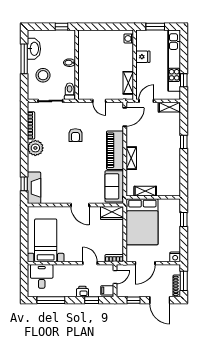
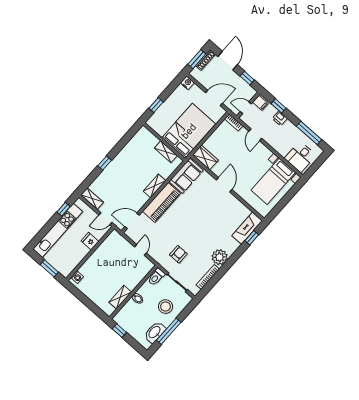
fridge: (143, 57) -> (90, 241), moved
shelving: (128, 83) -> (120, 297), moved
armchair: (75, 135) -> (178, 254), moved

